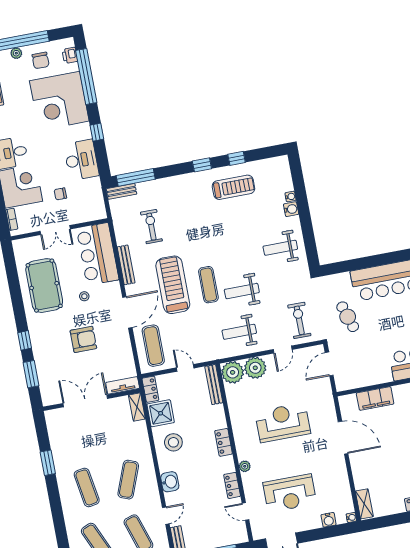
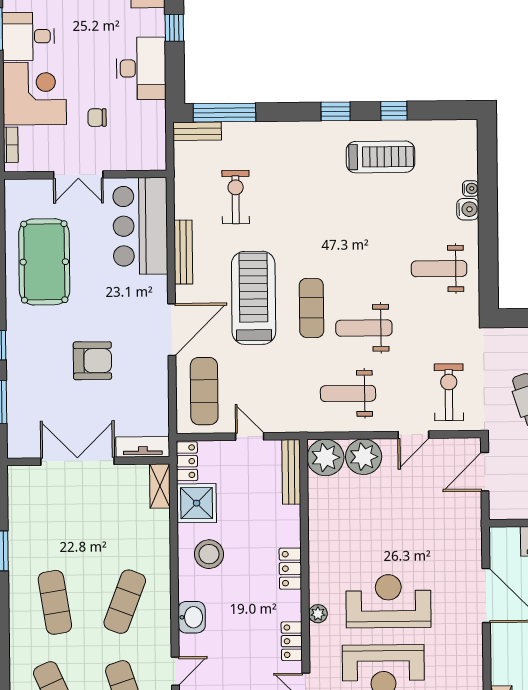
stool: (84, 296) -> (106, 291), removed
reception desk: (283, 423) -> (388, 601), moved

